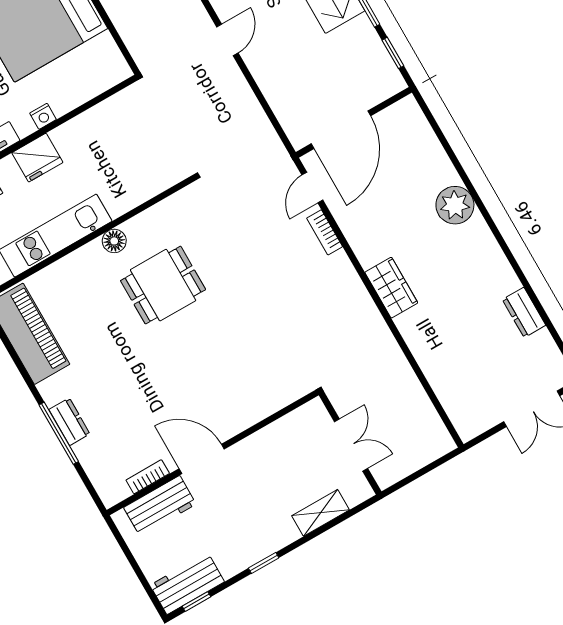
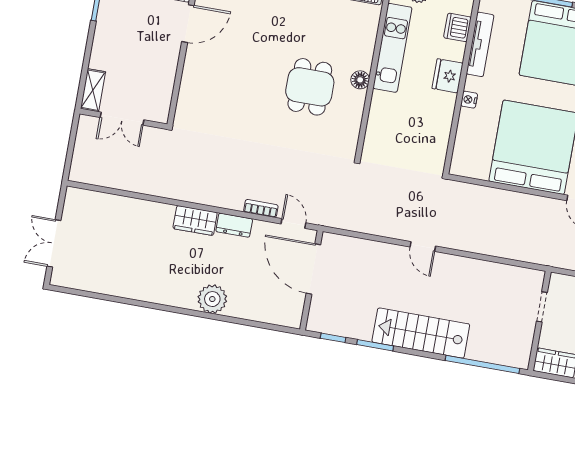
dresser: (524, 312) -> (234, 225), moved, turned 180
shelving: (320, 513) -> (93, 90), moved

